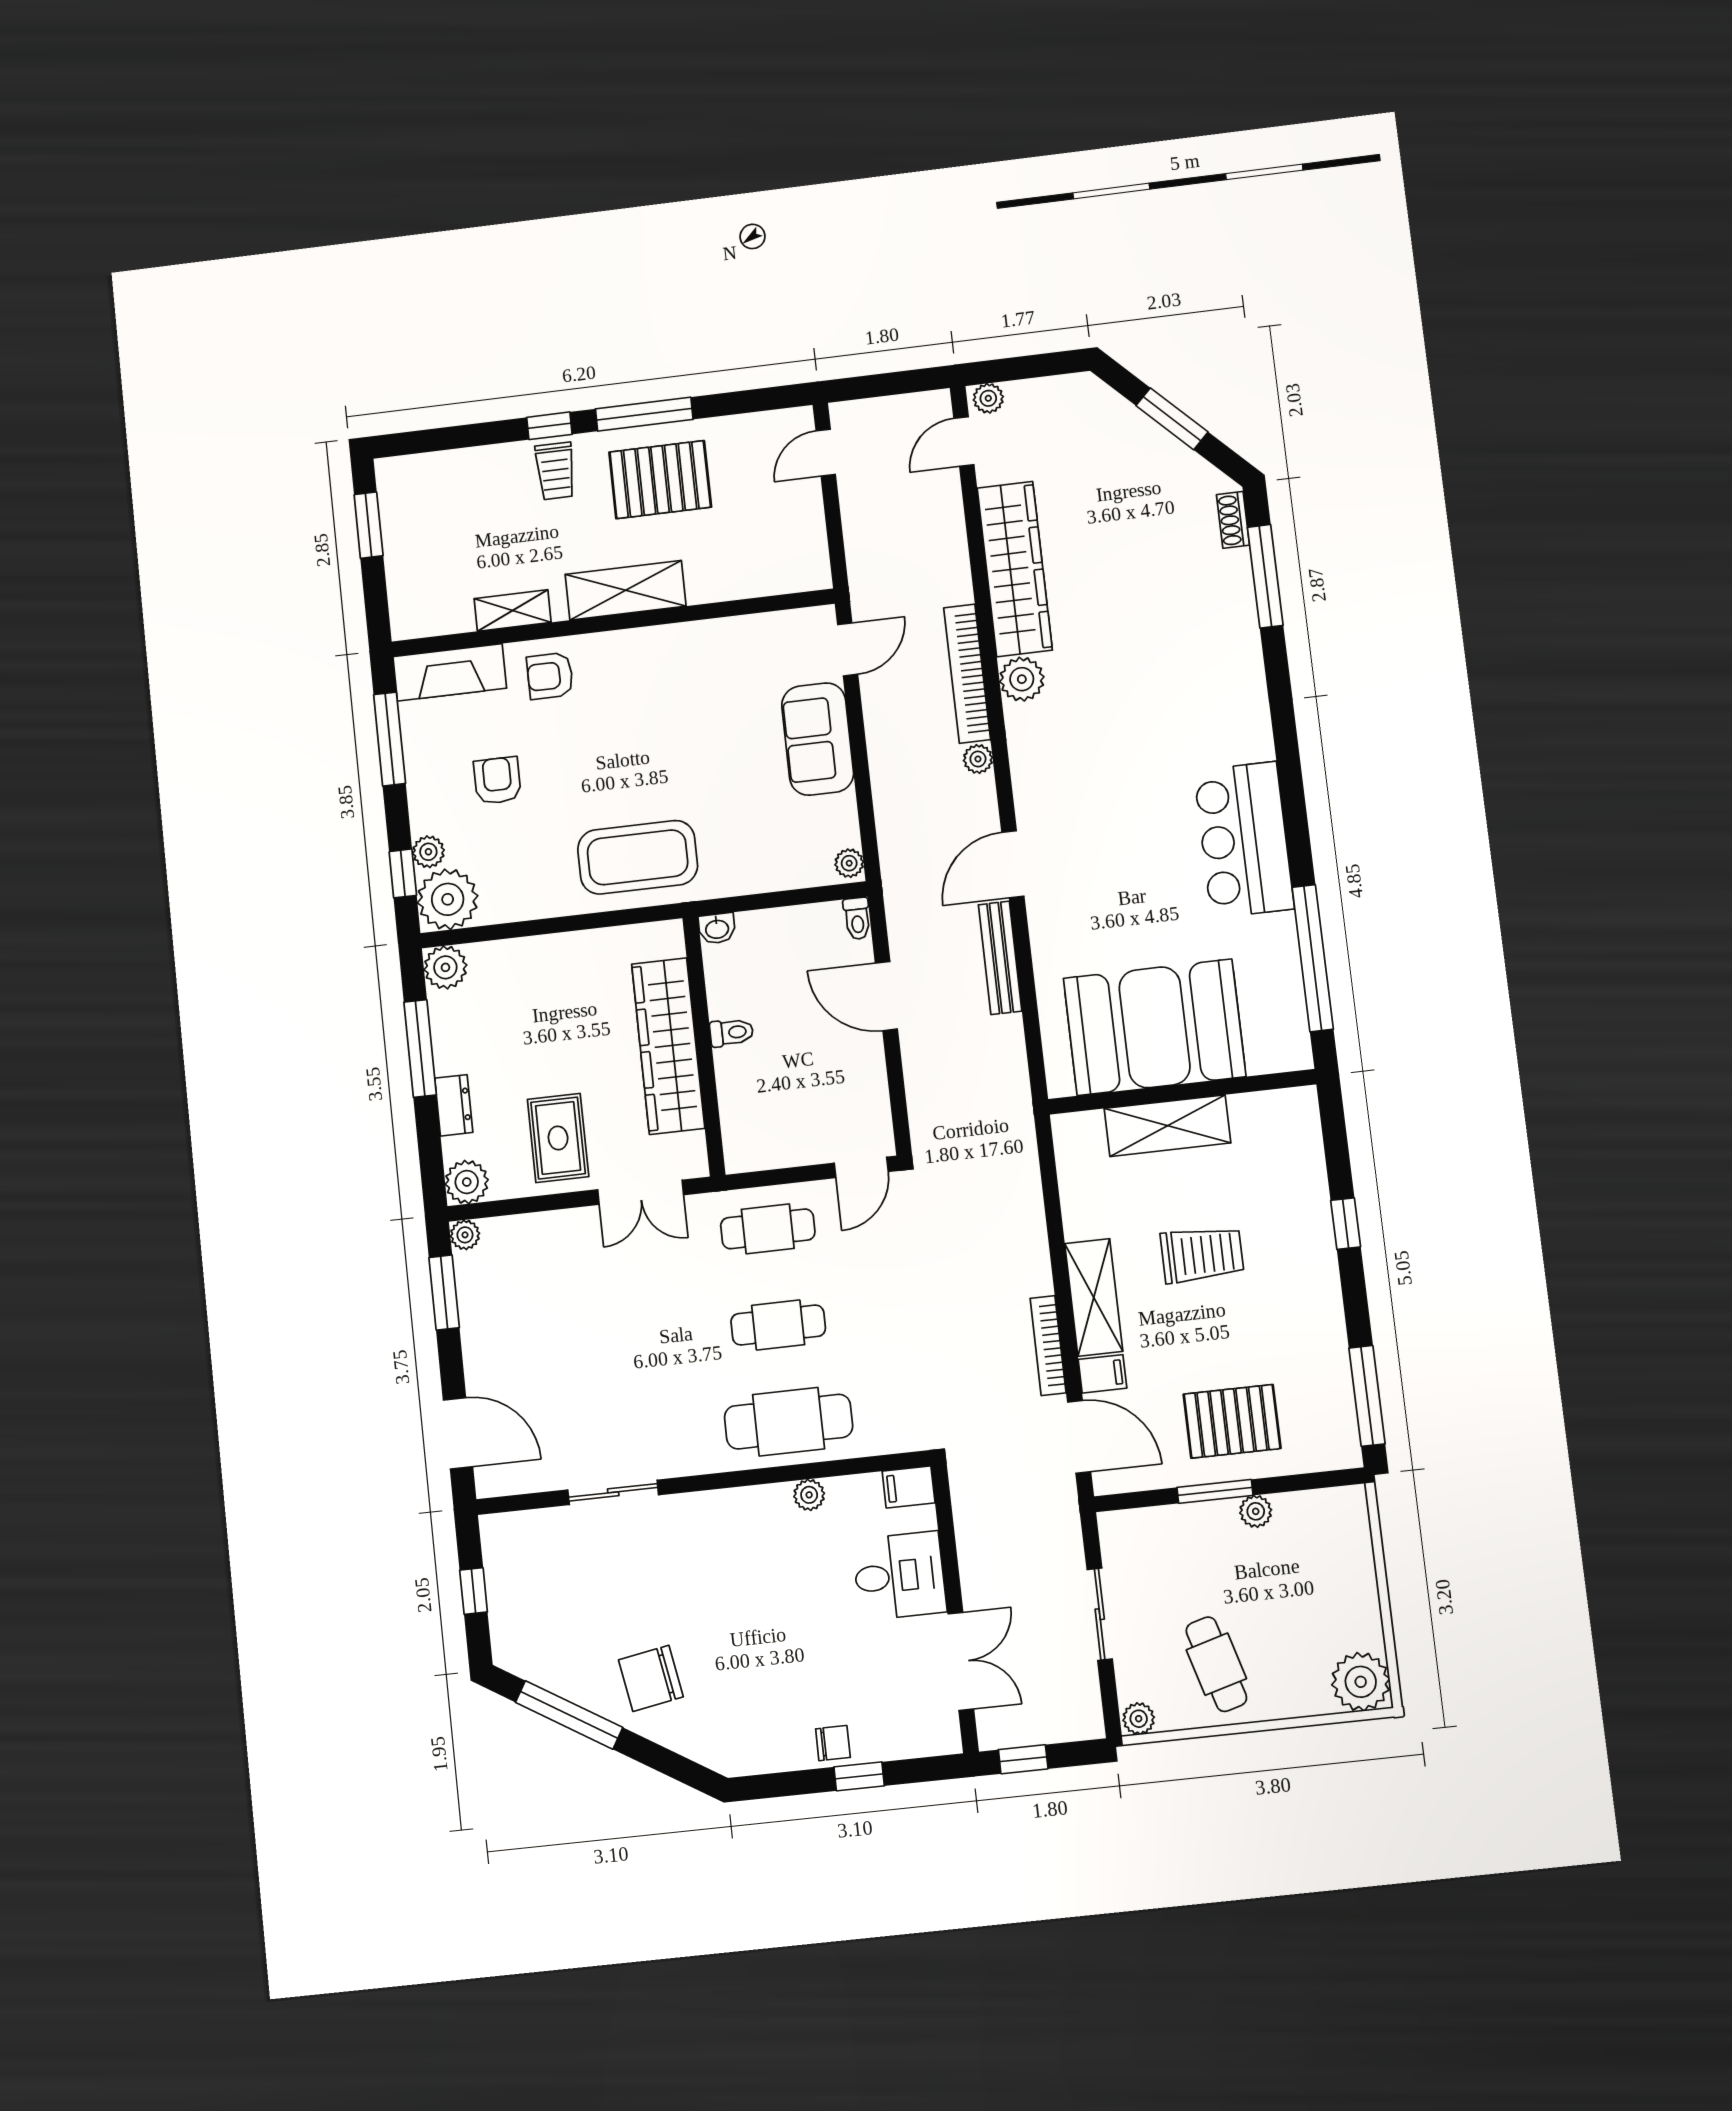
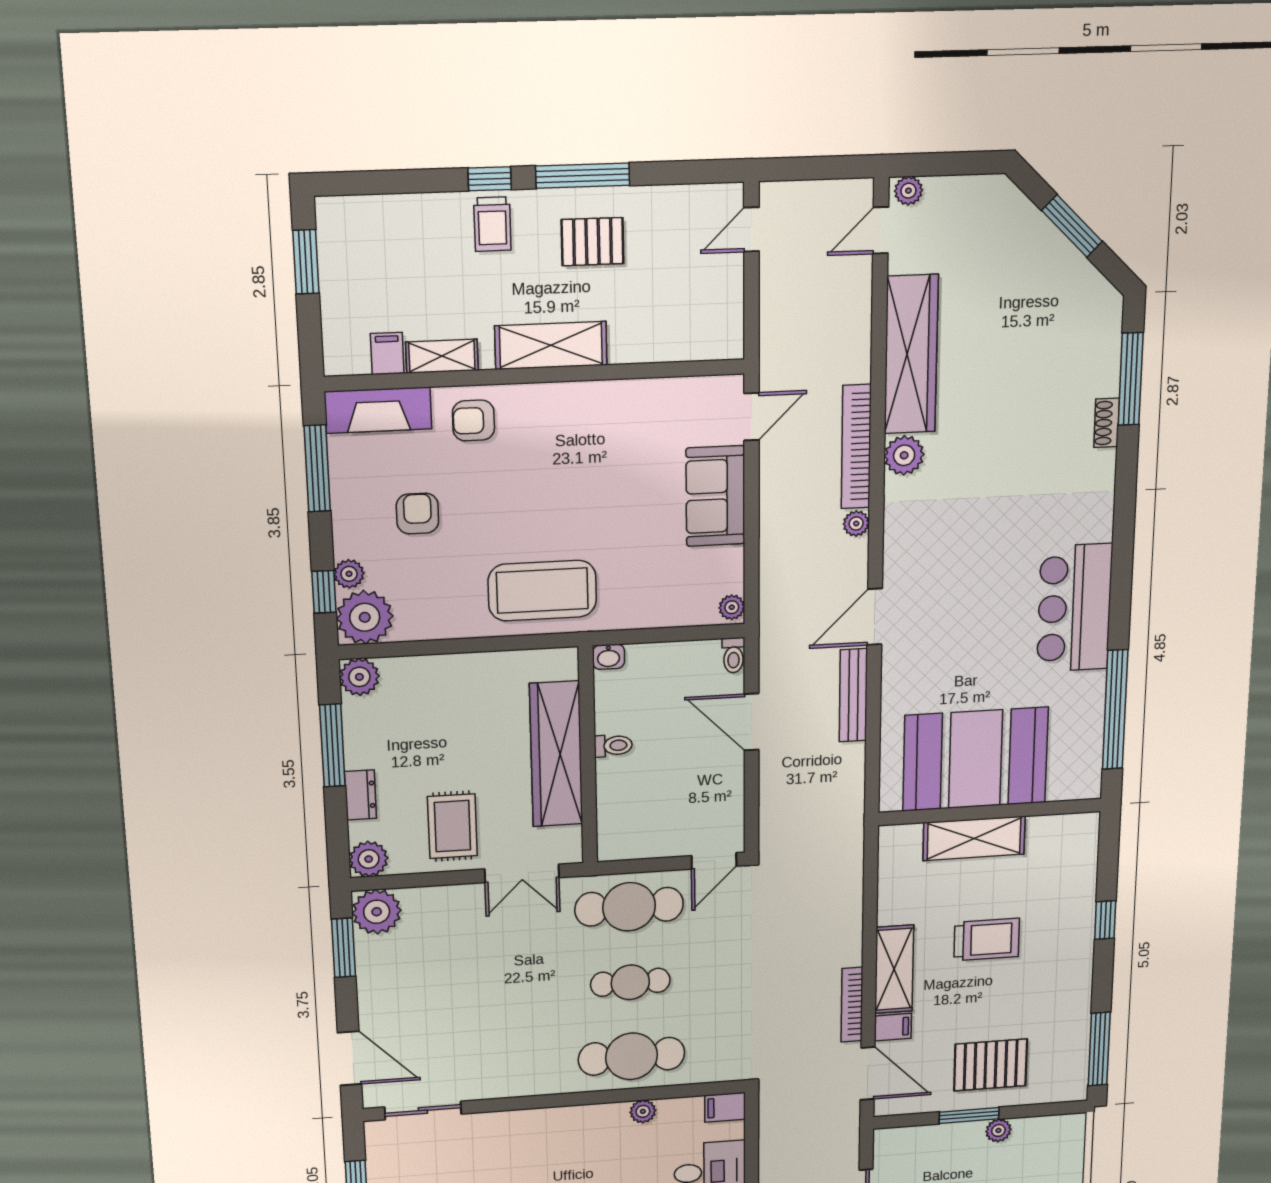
pallet: (660, 480) -> (592, 242), width x0.67, depth x0.71
shoe rack: (1233, 520) -> (1107, 423), moved
filing cabinet: (456, 612) -> (387, 353), added
cafe table: (768, 1229) -> (629, 907), width x1.37, depth x1.35
plant: (465, 1235) -> (377, 912), width x1.88, depth x1.88
sliding door: (613, 1492) -> (423, 1110), moved

